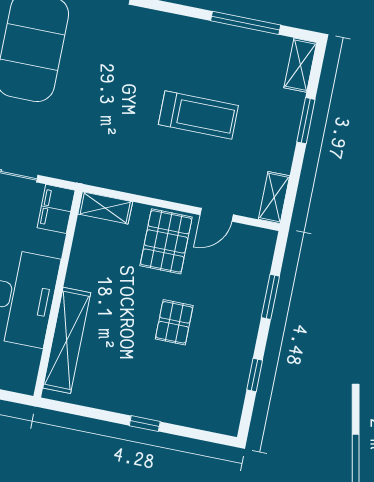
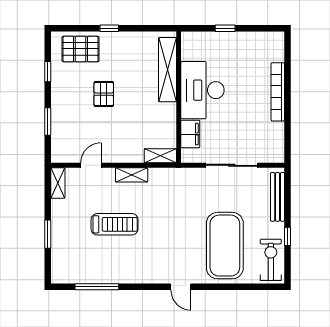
shelving: (300, 65) -> (132, 175), moved, turned 90
treadmill: (198, 115) -> (115, 224), turned 180
filing cabinet: (56, 209) -> (190, 134), moved
pallet: (166, 241) -> (81, 49), moved, turned 90

